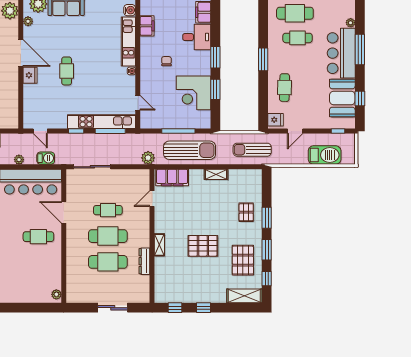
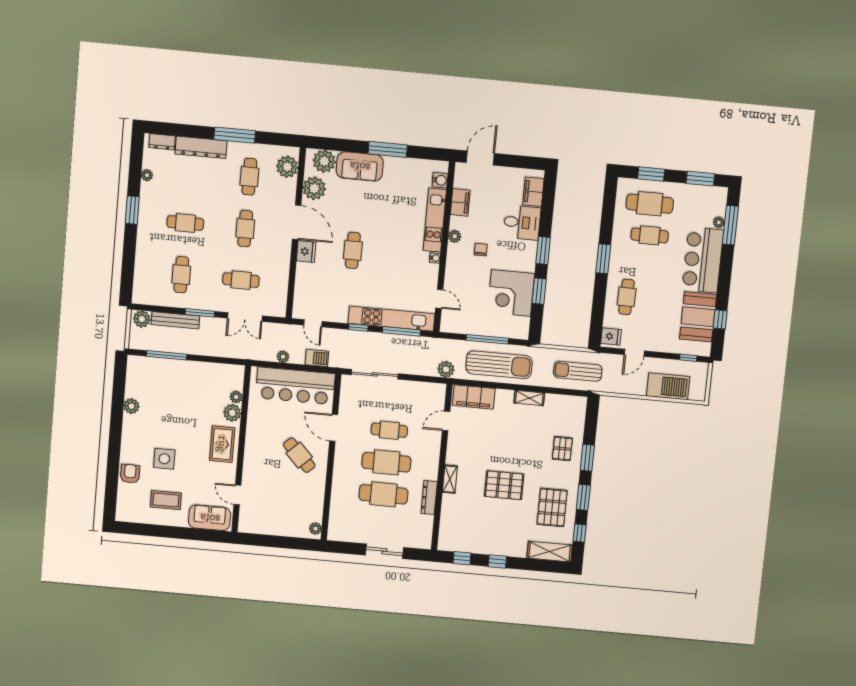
plant: (28, 21) -> (314, 188), width x1.87, depth x1.87
window: (360, 50) -> (730, 225), moved
plant: (145, 53) -> (455, 236), added
cafe table: (38, 237) -> (299, 455), turned 46

